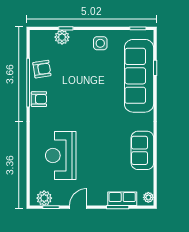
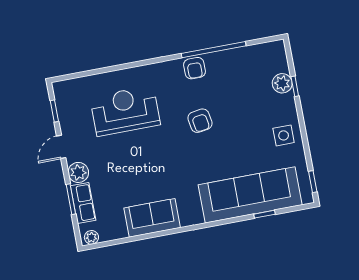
armchair: (42, 69) -> (200, 121), moved
plant: (44, 198) -> (78, 172), moved
door: (78, 207) -> (61, 147), swing flipped

